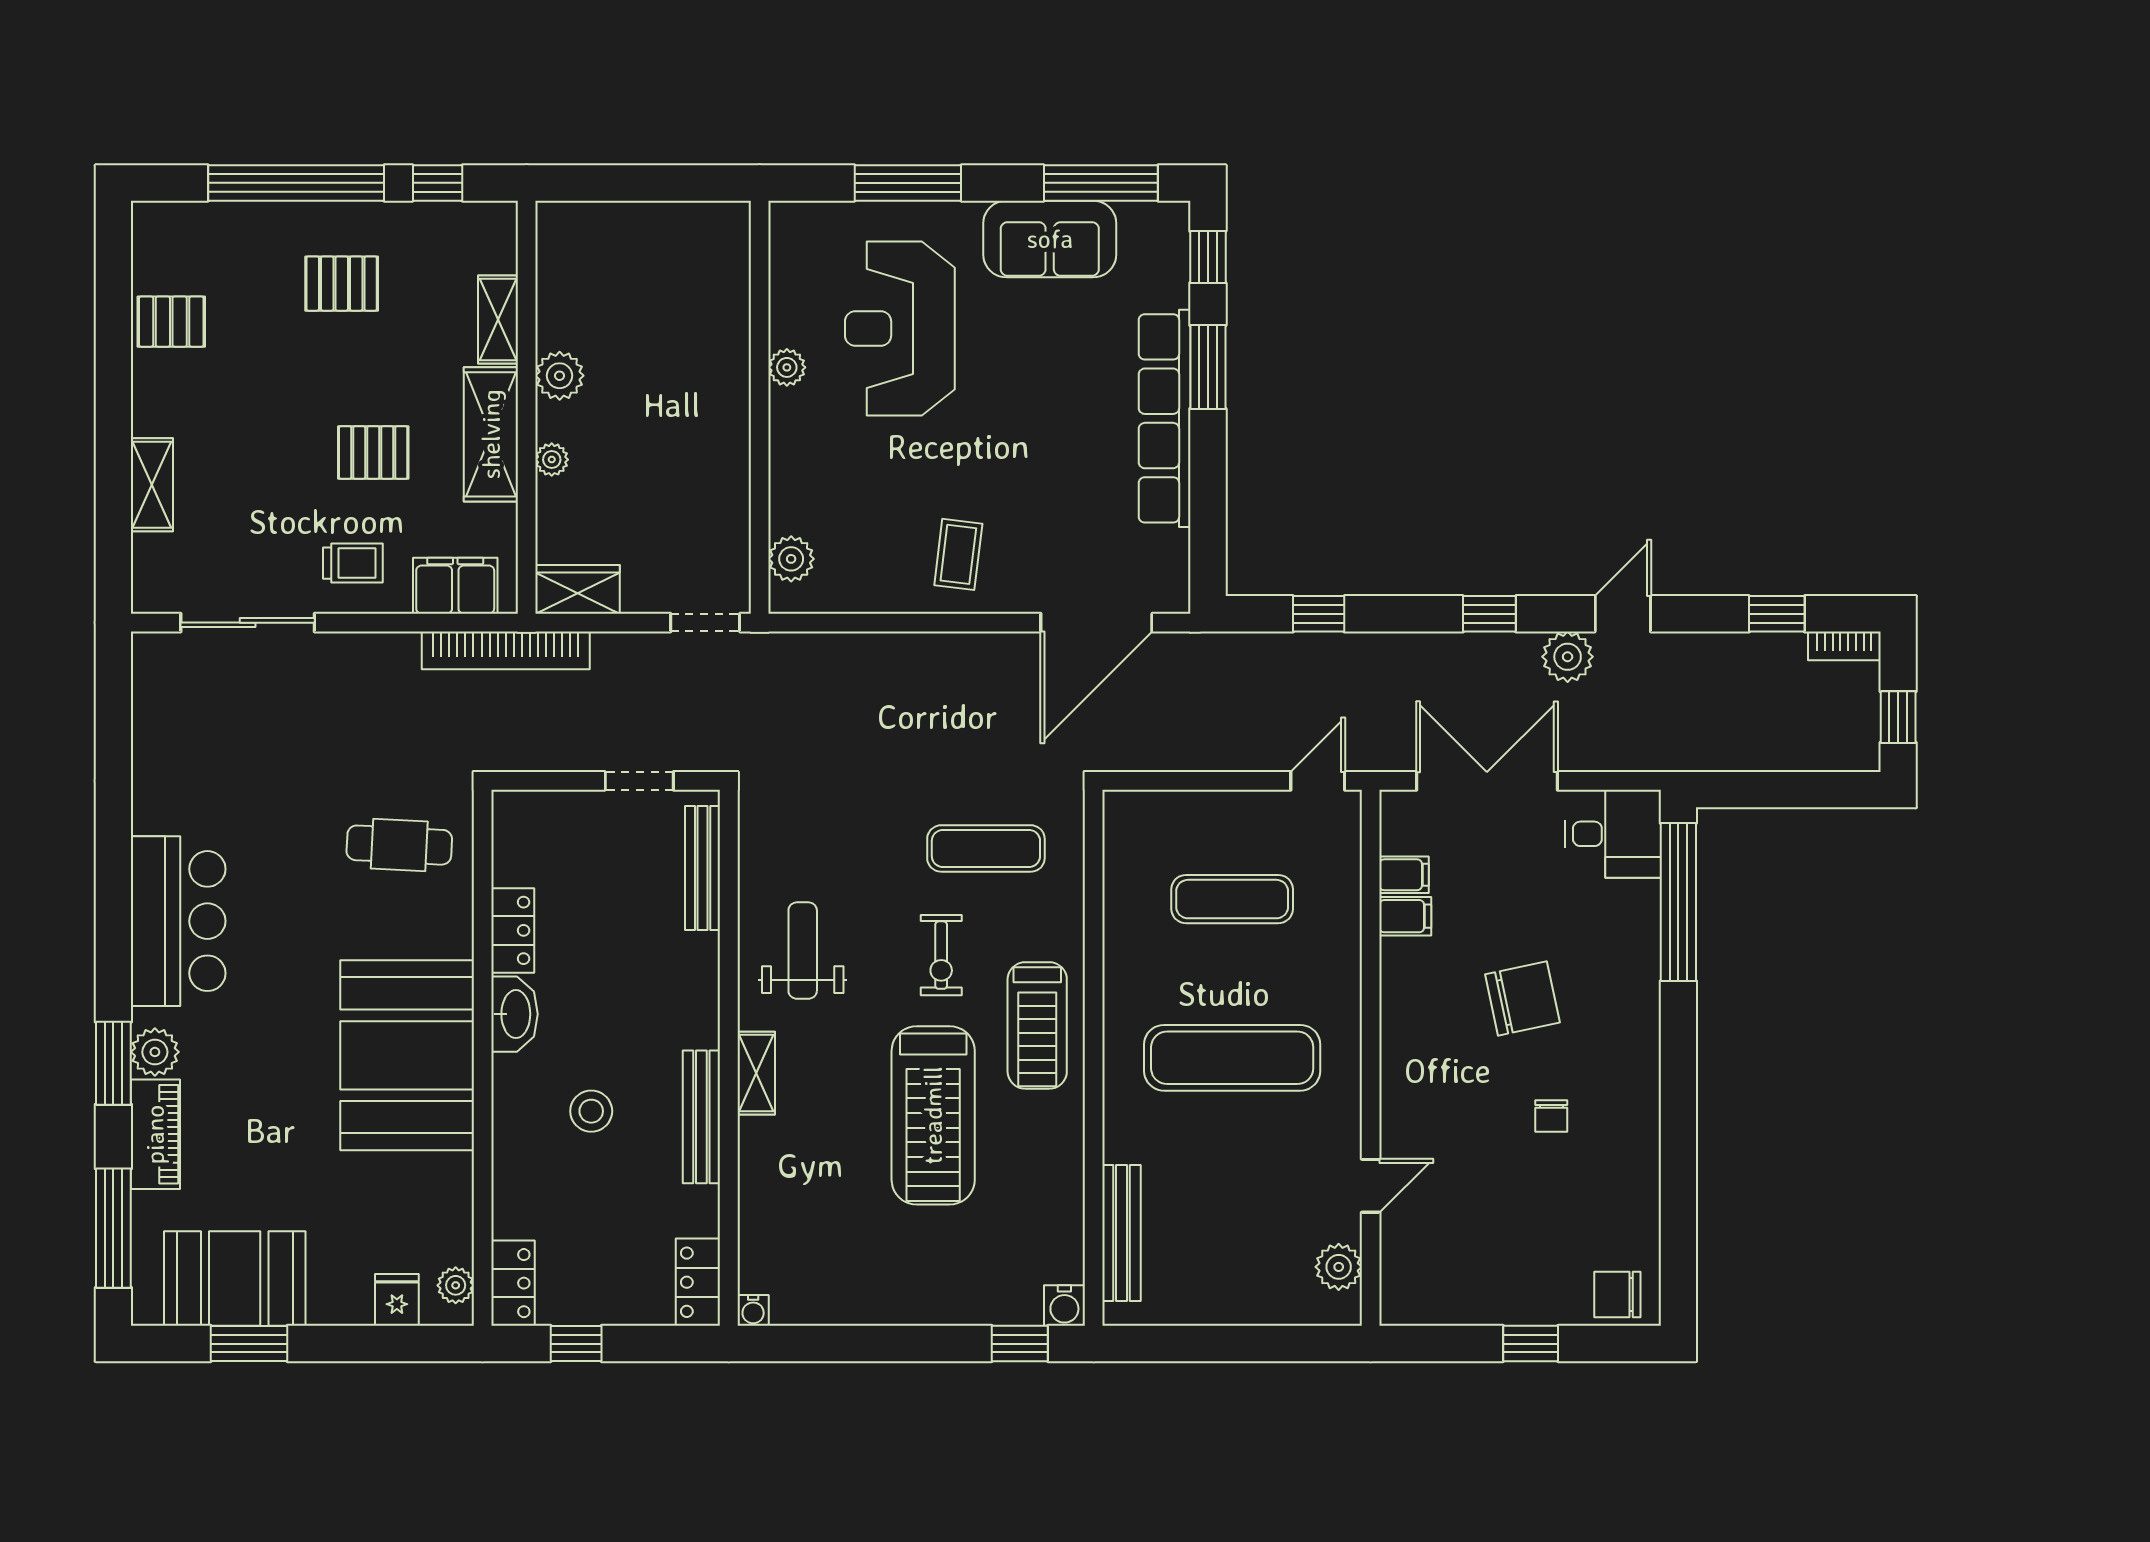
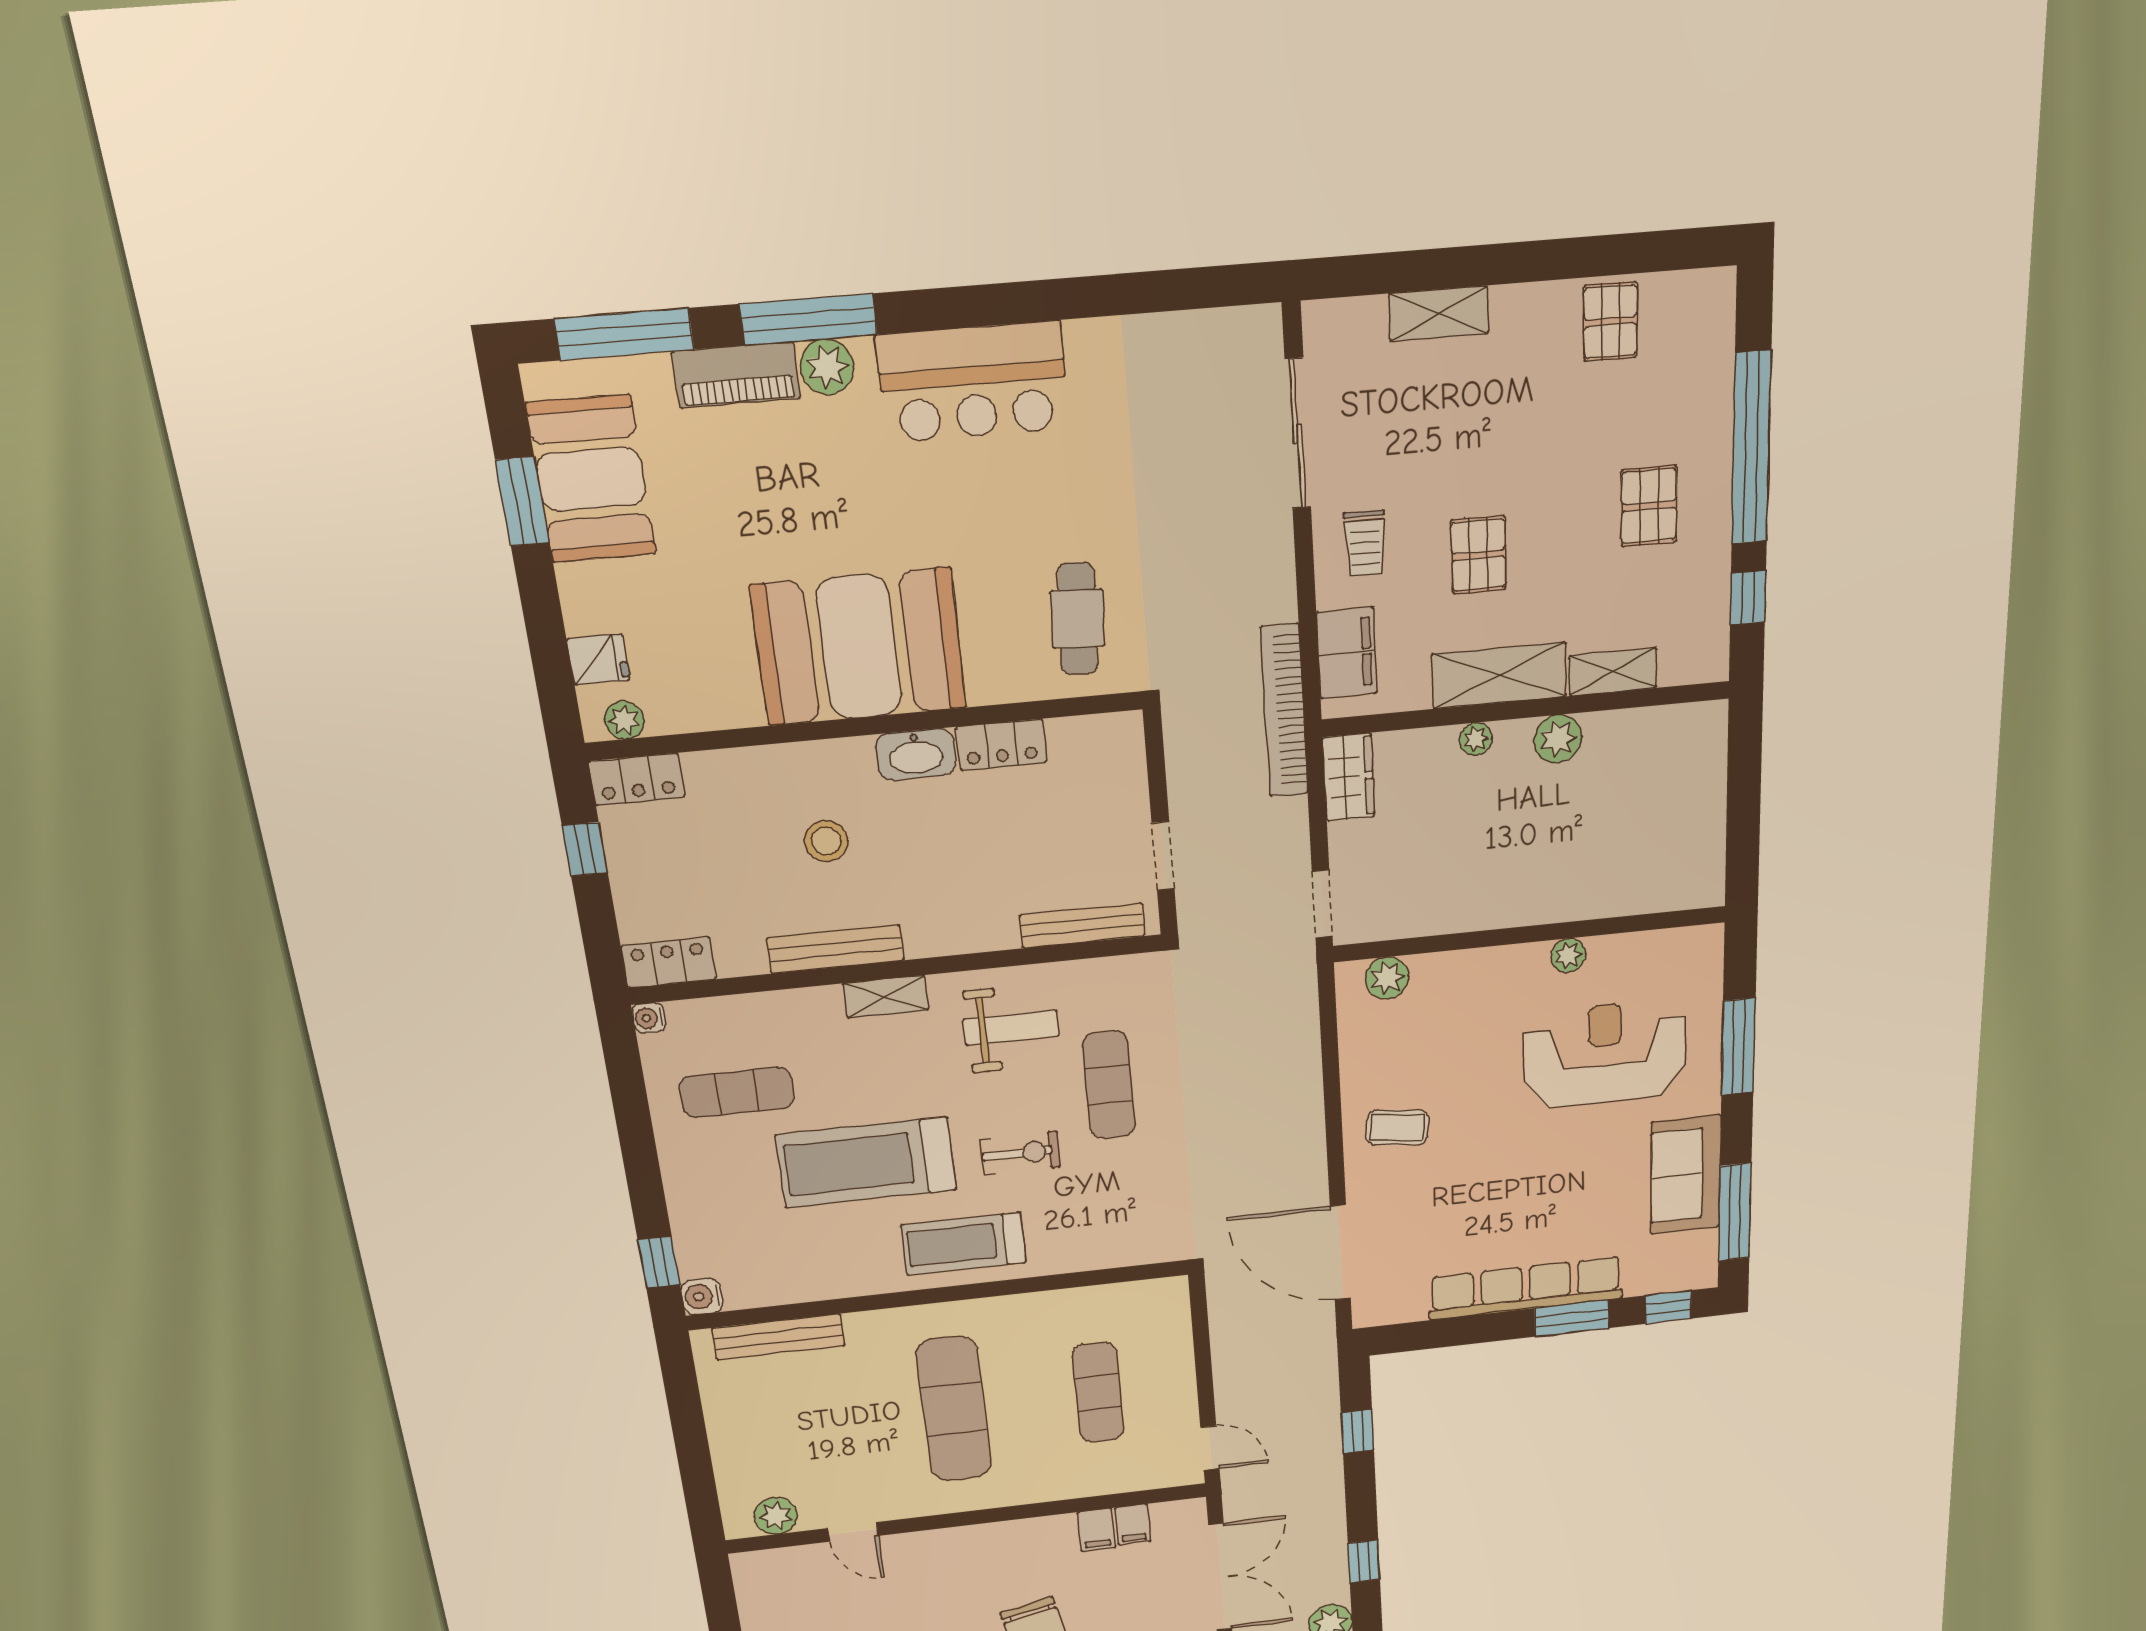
exercise mat: (986, 848) -> (1109, 1085), moved
exercise bike: (941, 955) -> (1020, 1153), turned 180
window: (113, 1063) -> (809, 319), width x1.44
exercise mat: (841, 1236) -> (737, 1092), added

